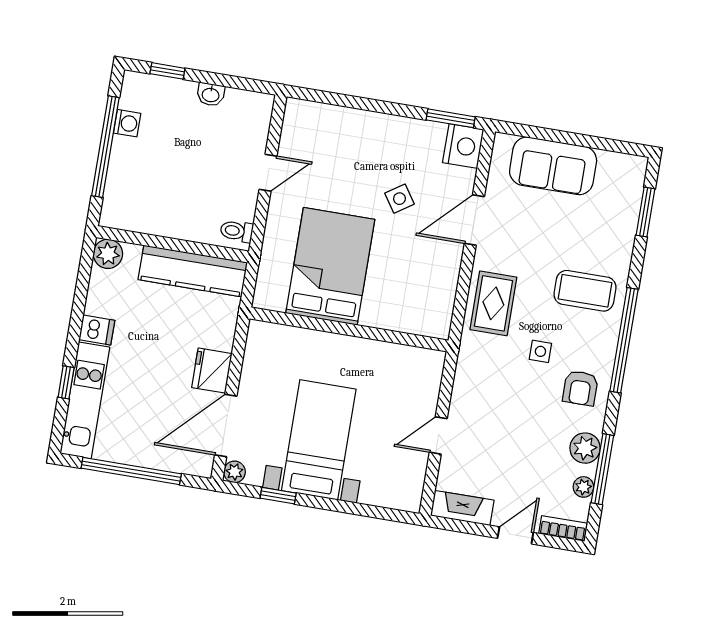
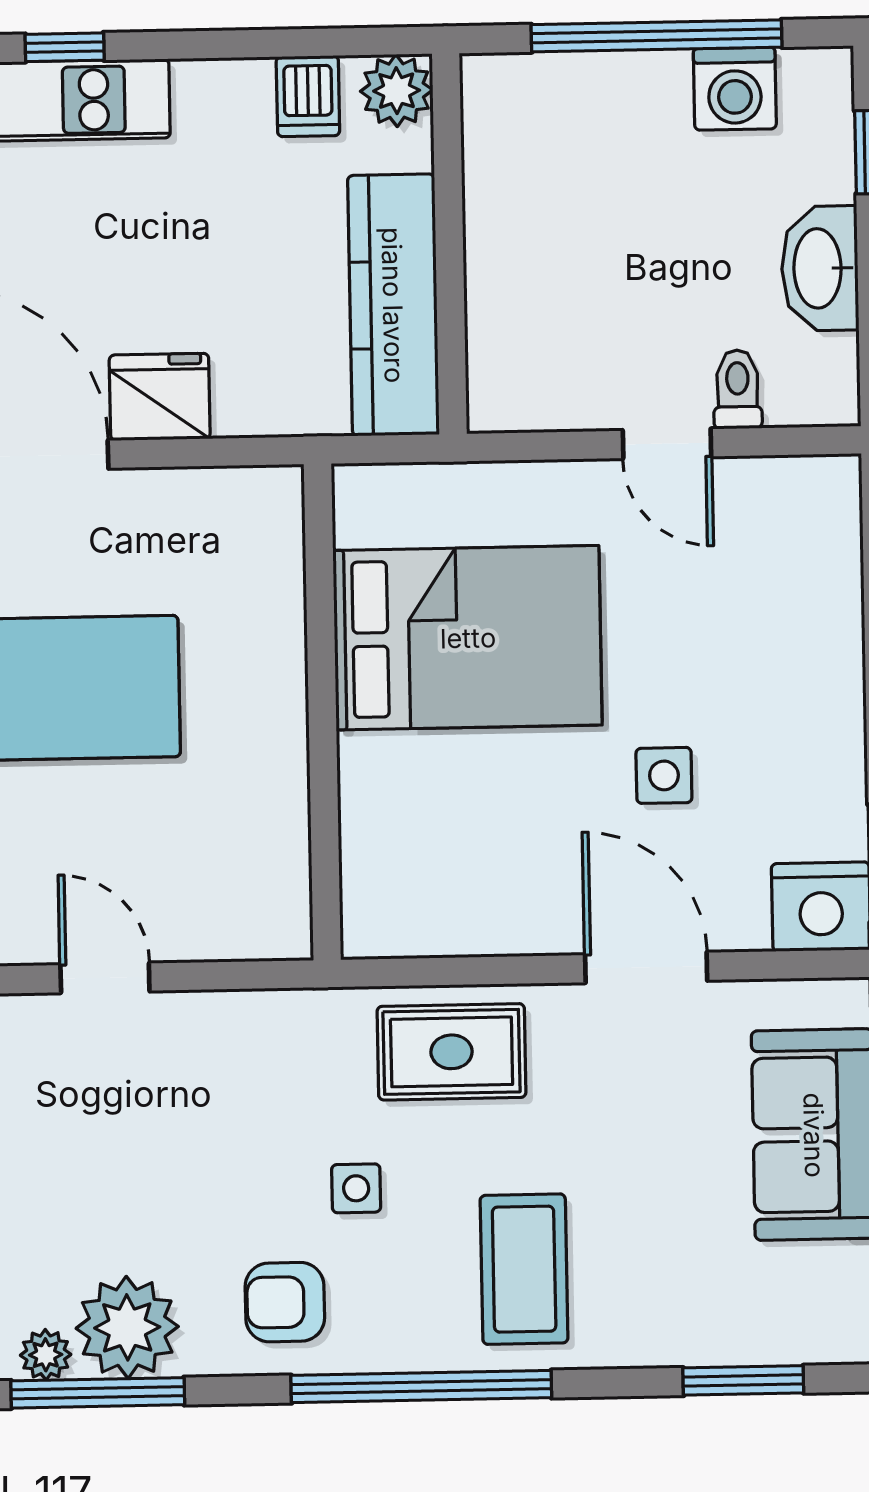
washbasin: (211, 94) -> (820, 268), width x1.91, depth x1.45
washing machine: (127, 123) -> (735, 89), width x1.38, depth x1.38
side table: (400, 199) -> (664, 775), turned 34
toilet: (237, 231) -> (738, 389), moved
dishwasher: (97, 330) -> (308, 96), moved
plant: (585, 448) -> (127, 1327), width x1.36, depth x1.36

